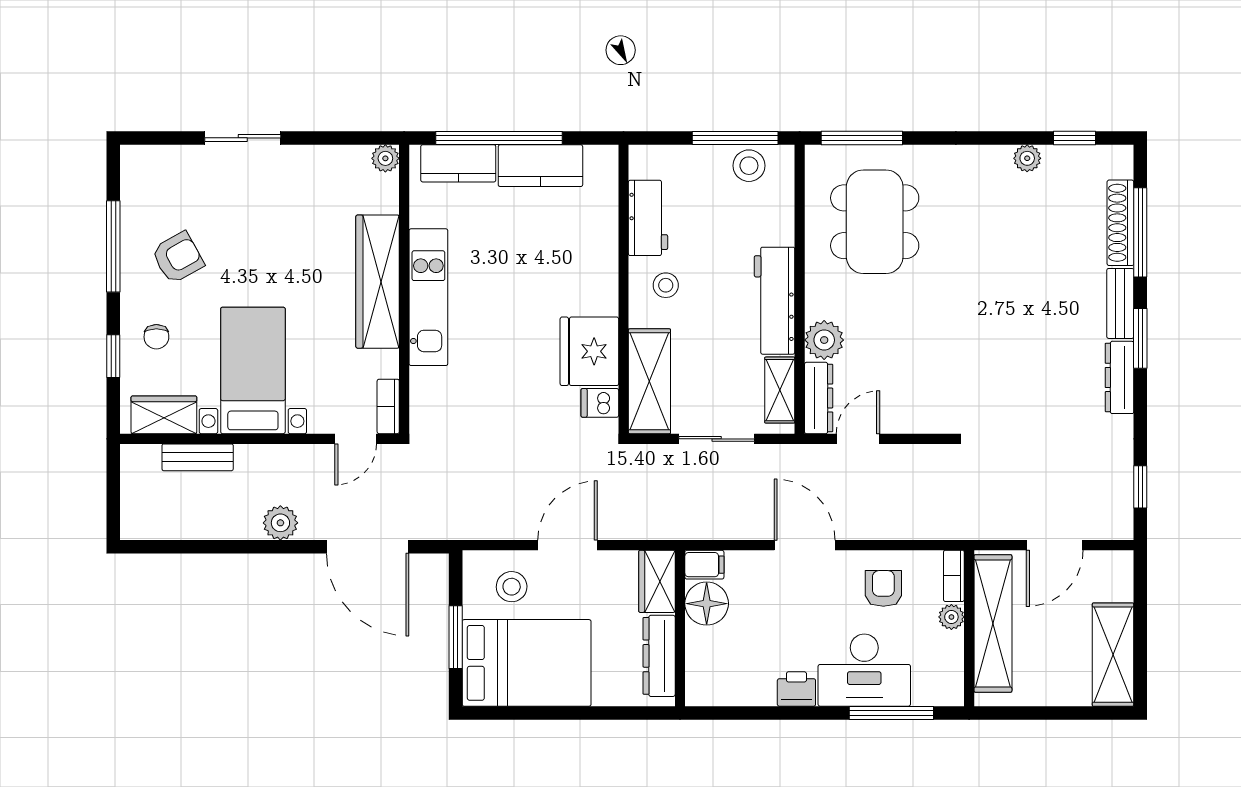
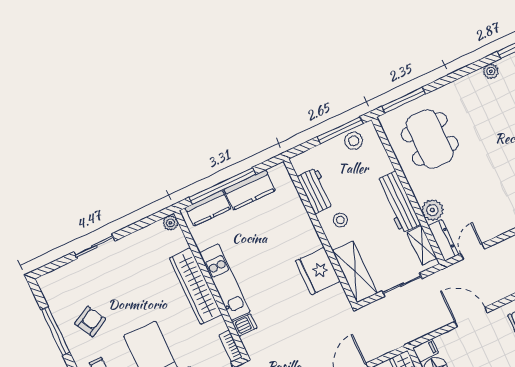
dishwasher: (600, 403) -> (245, 325), moved, turned 180

